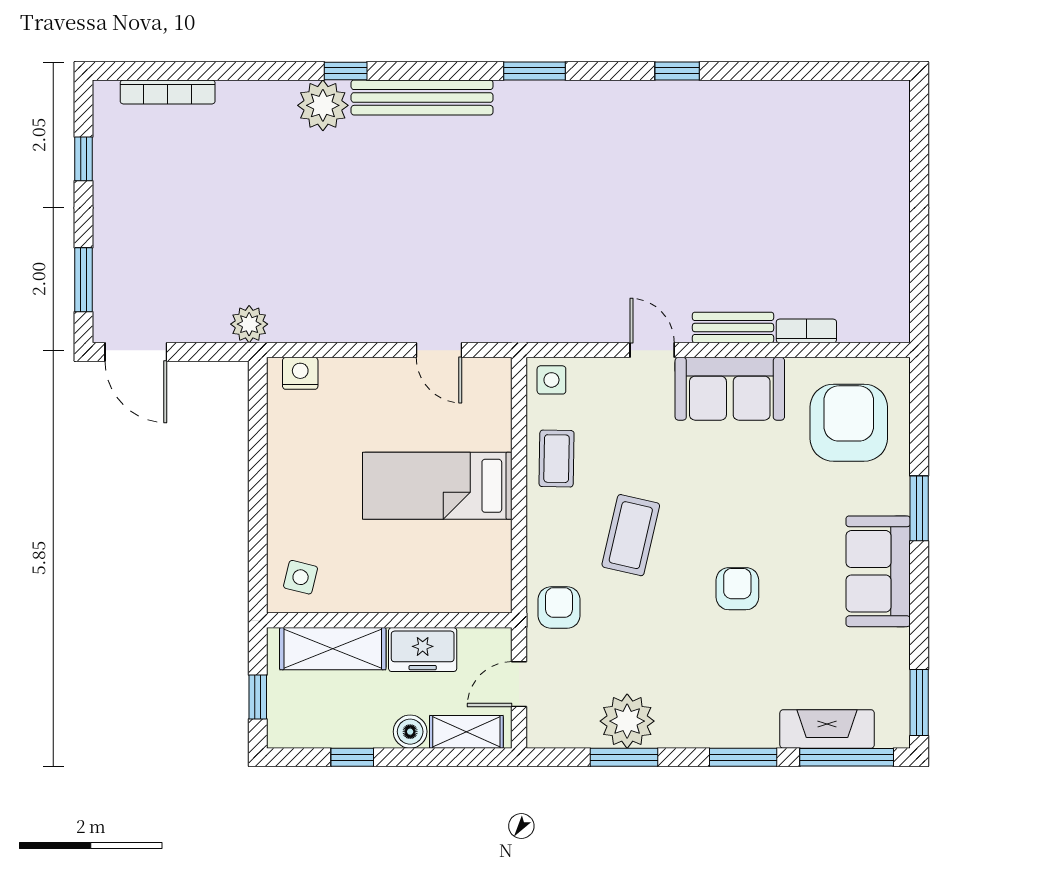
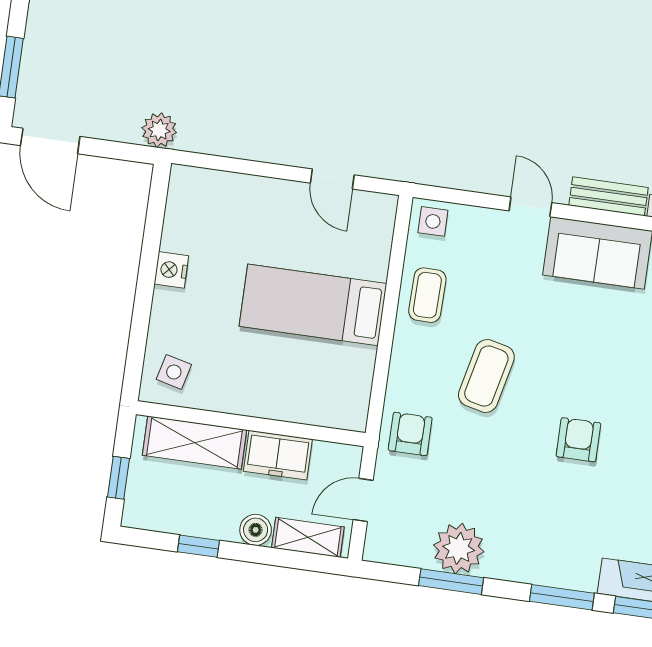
nightstand: (300, 373) -> (171, 270), moved, turned -90

